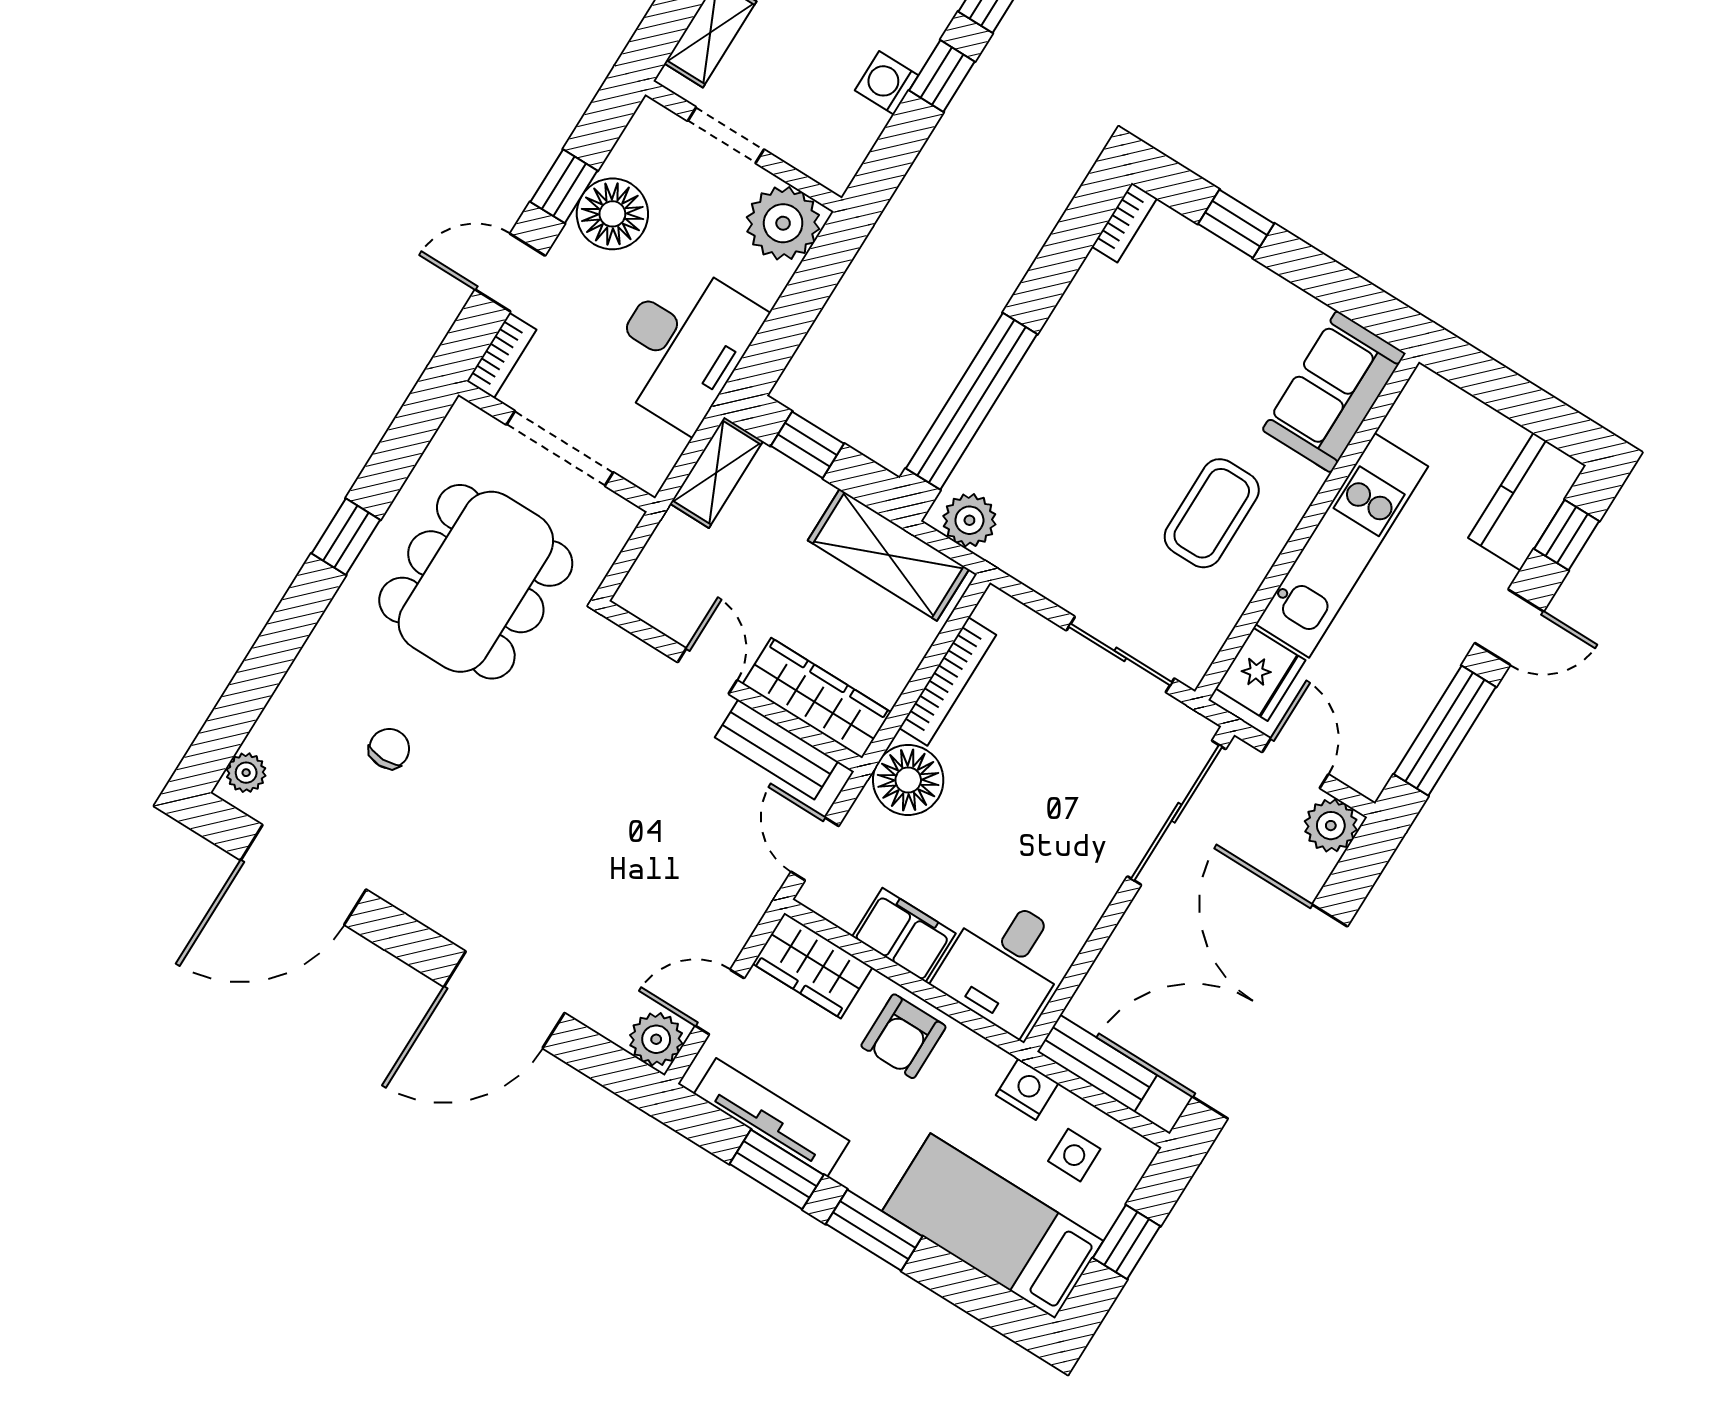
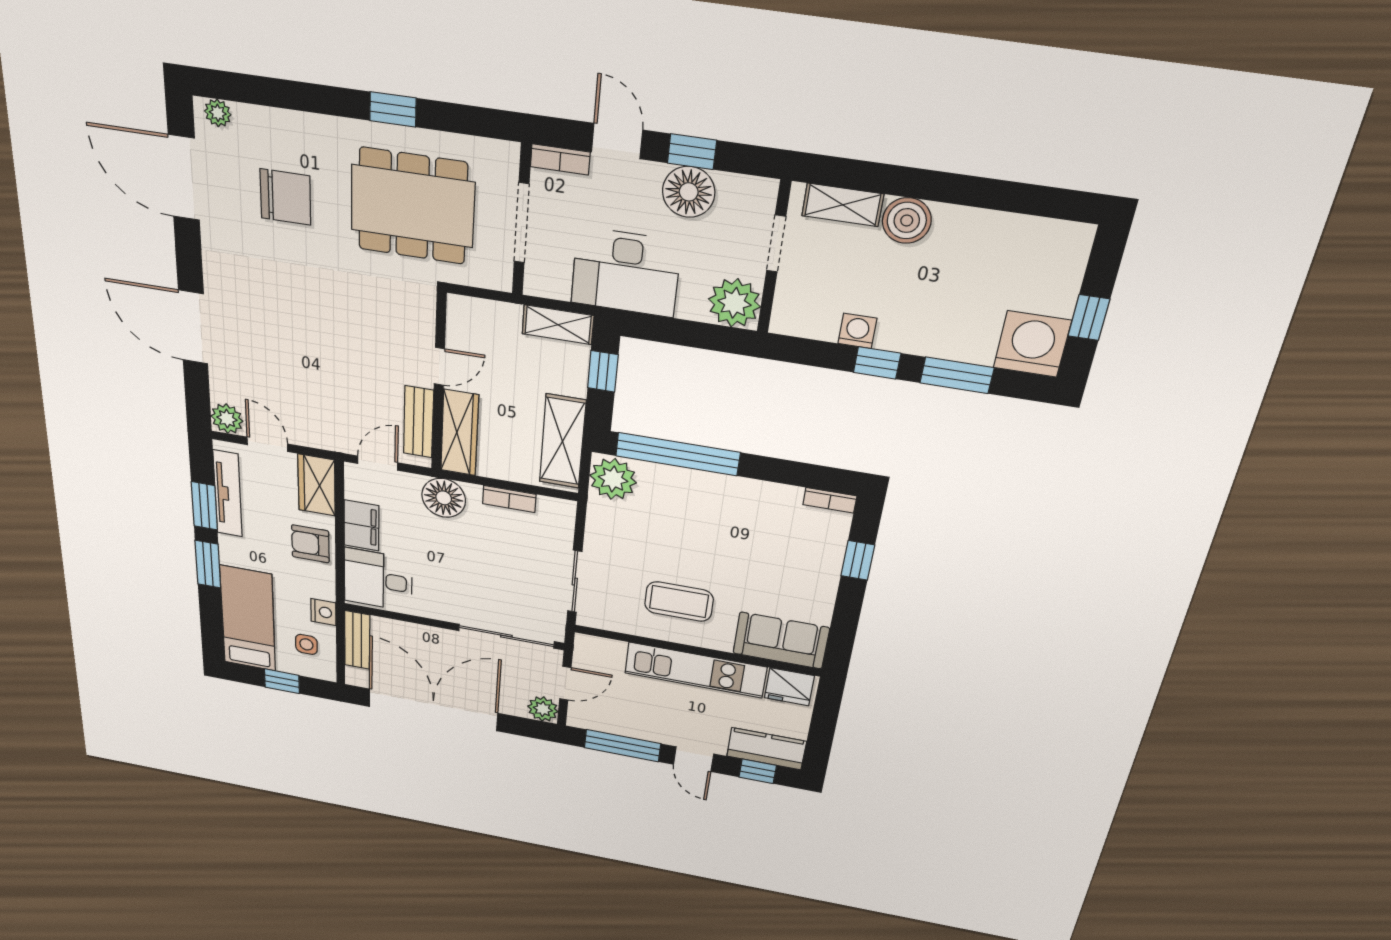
plant: (969, 520) -> (613, 479), width x1.36, depth x1.36
fridge: (1260, 674) -> (789, 687), moved
bookcase: (948, 682) -> (509, 499), width x0.64
chair: (389, 749) -> (285, 197), width x1.87, depth x1.87

